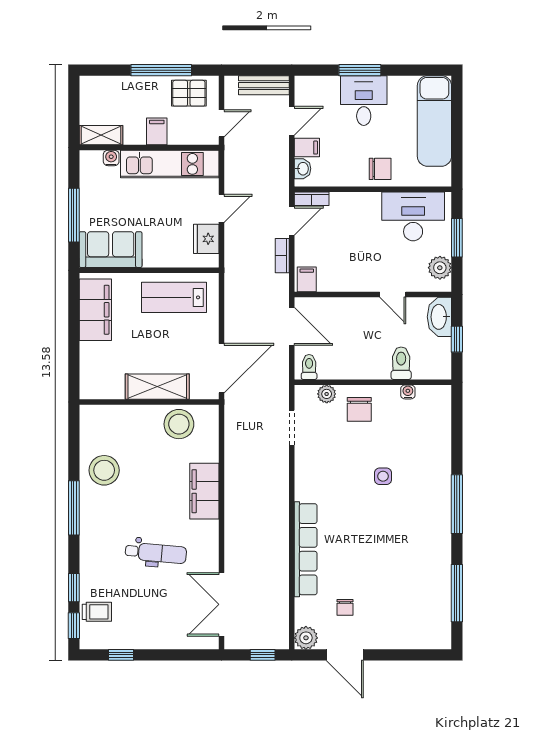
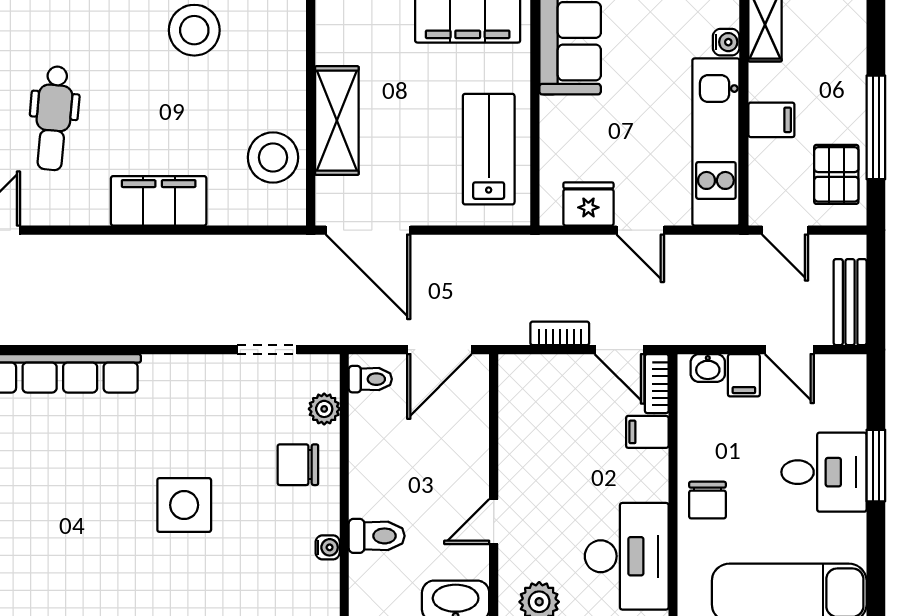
filing cabinet: (307, 279) -> (647, 432), moved, turned 180
side table: (383, 476) -> (184, 505), width x1.87, depth x1.87

